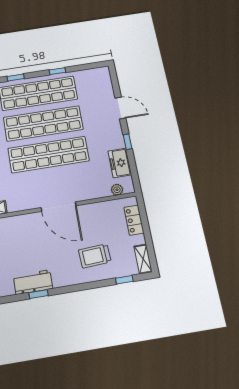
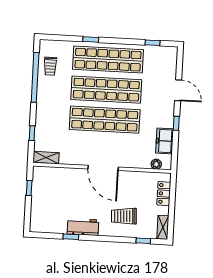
window: (57, 71) -> (152, 43), moved
workbench: (33, 282) -> (83, 227), moved

